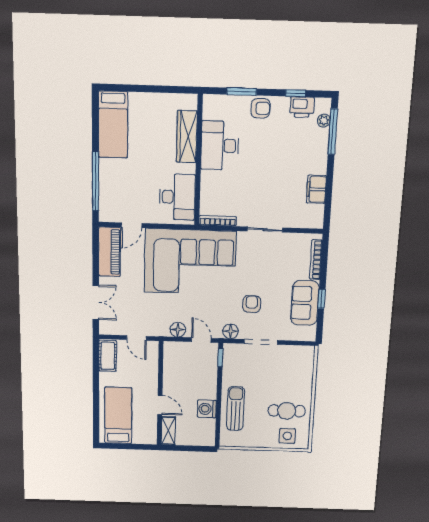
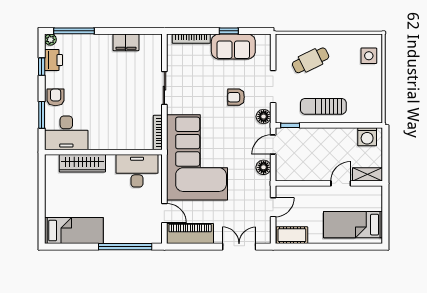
plant: (324, 121) -> (50, 40), moved
desk: (220, 145) -> (66, 133), moved
washing machine: (207, 409) -> (367, 137), moved
sun lounger: (235, 409) -> (323, 106), moved
cafe table: (287, 411) -> (311, 60), moved, turned 64

